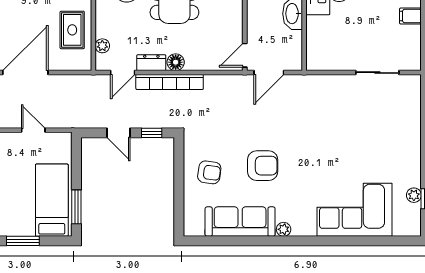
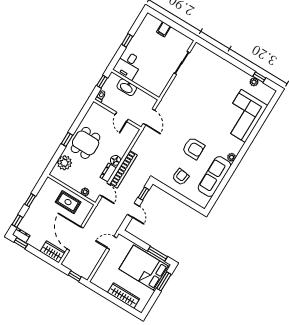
door: (245, 55) -> (122, 117), moved
door: (33, 130) -> (112, 243), moved
door: (118, 133) -> (133, 210), hinge flipped
armchair: (263, 166) -> (193, 148), turned 90
bed: (52, 200) -> (144, 268), width x1.50
window: (23, 241) -> (164, 281), moved

